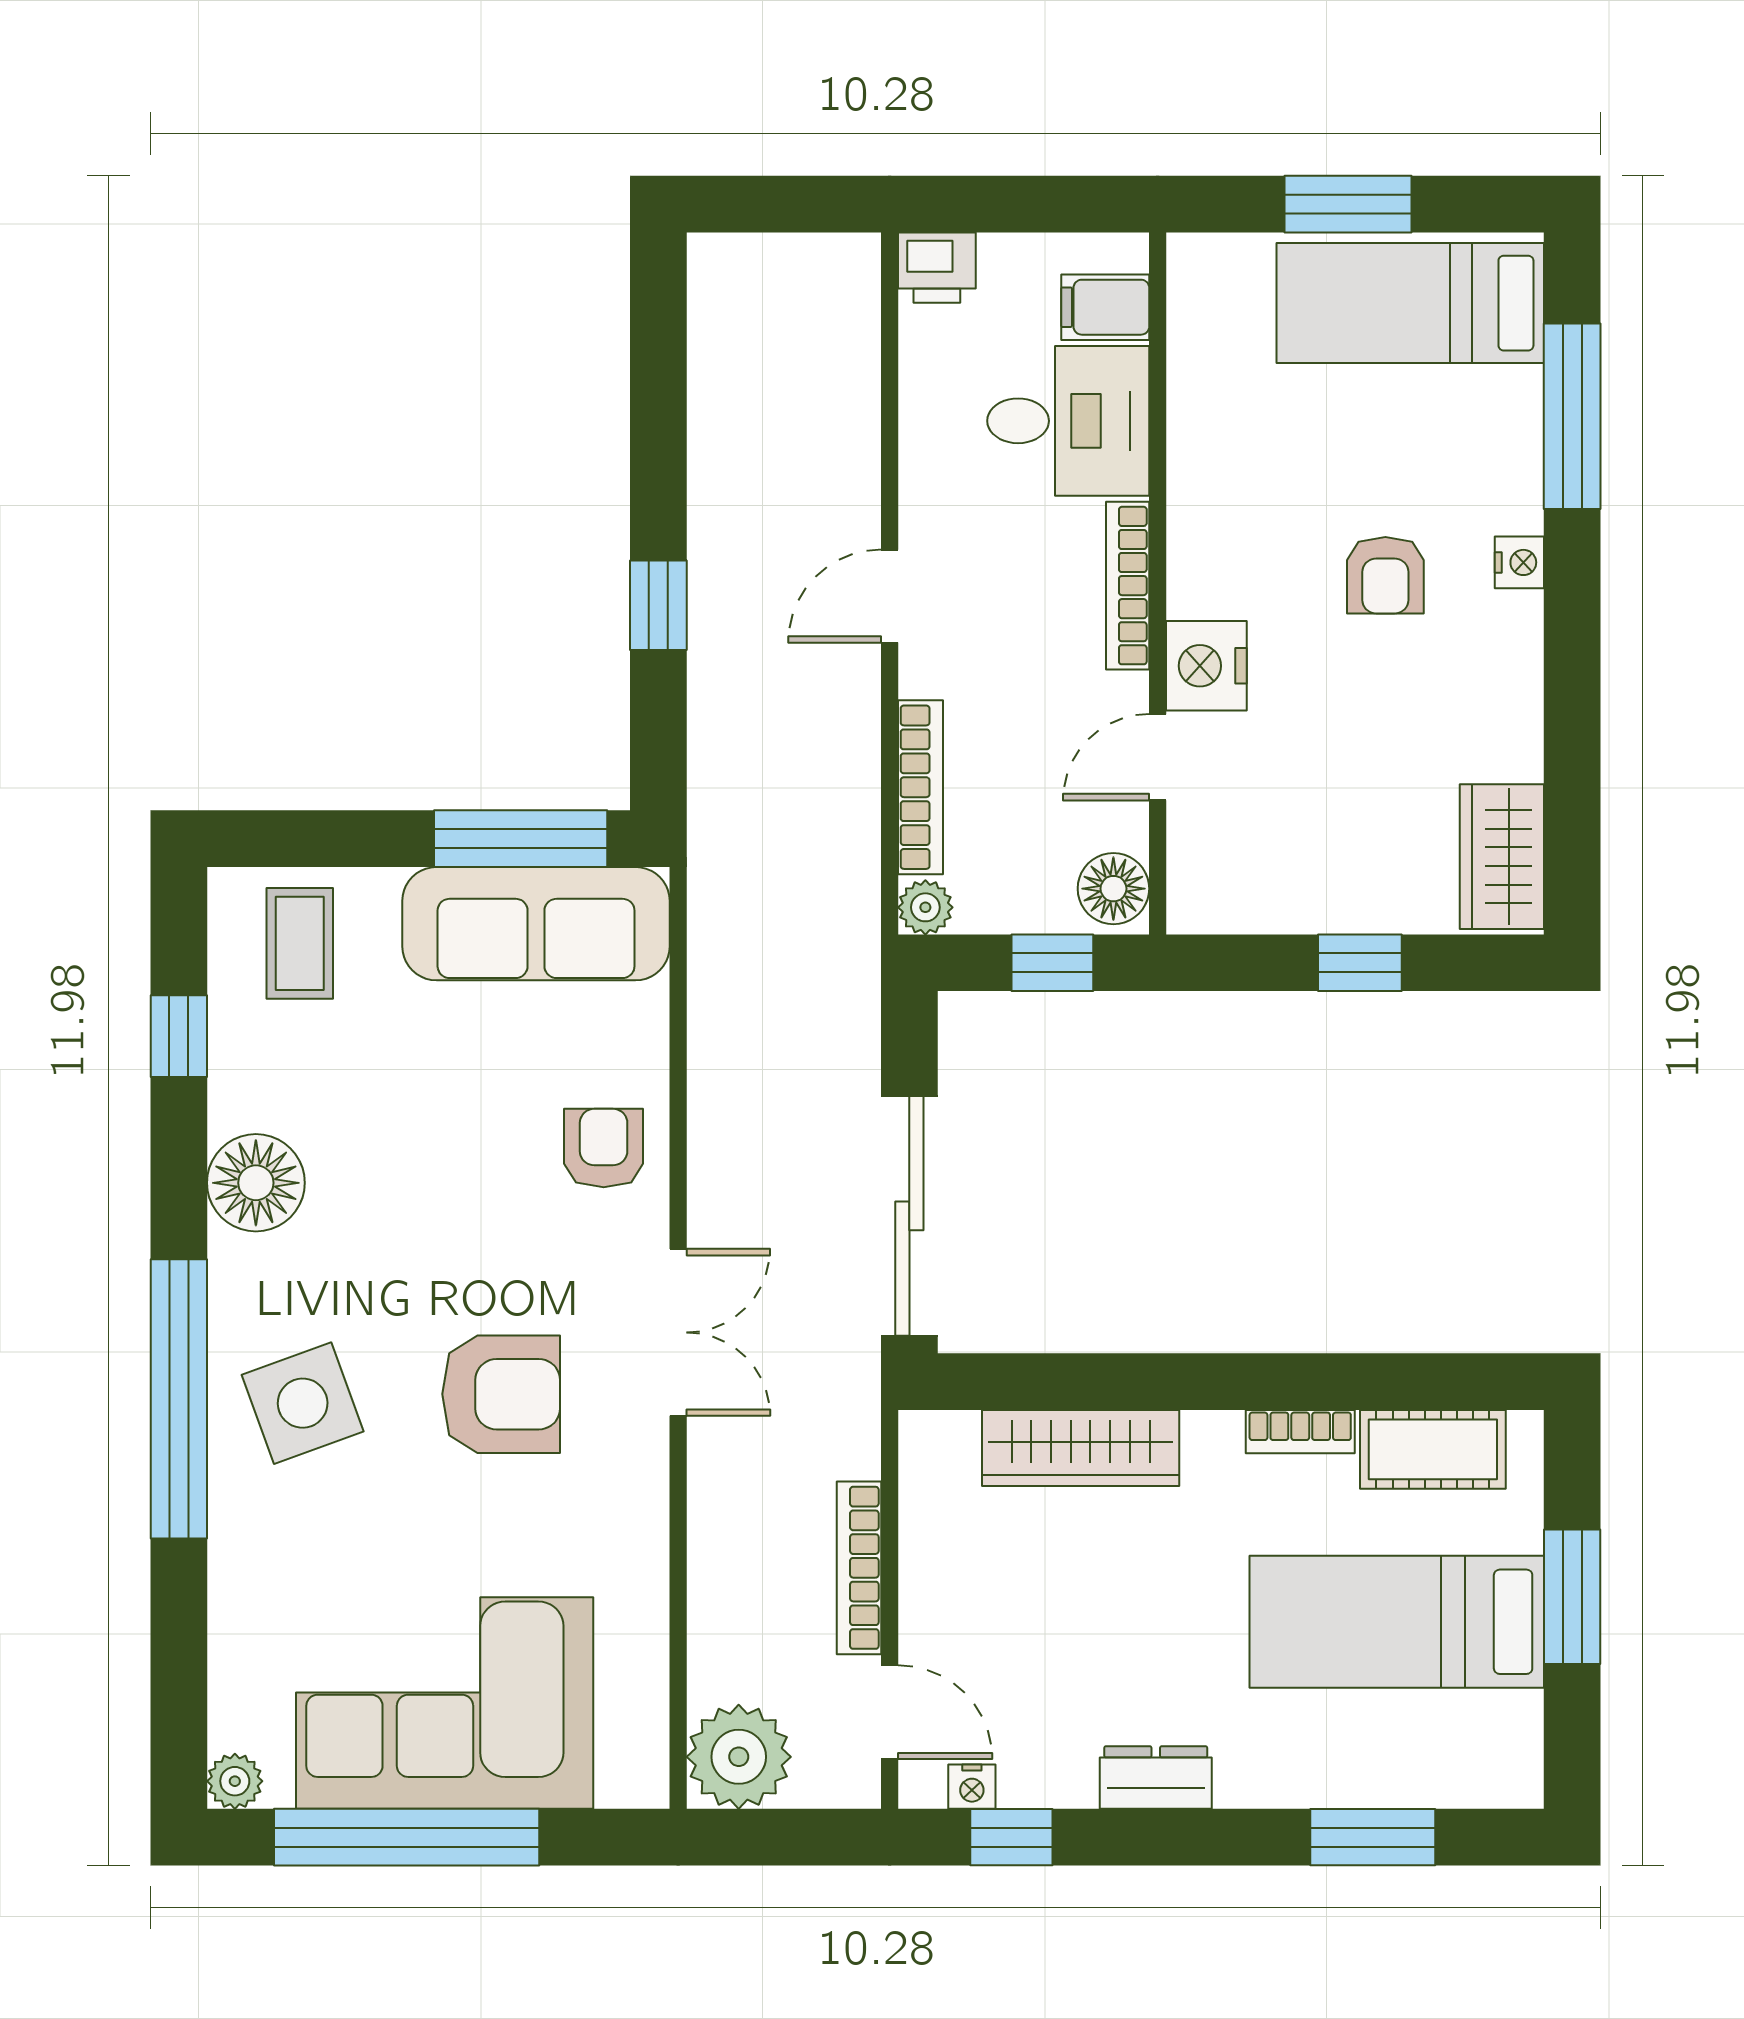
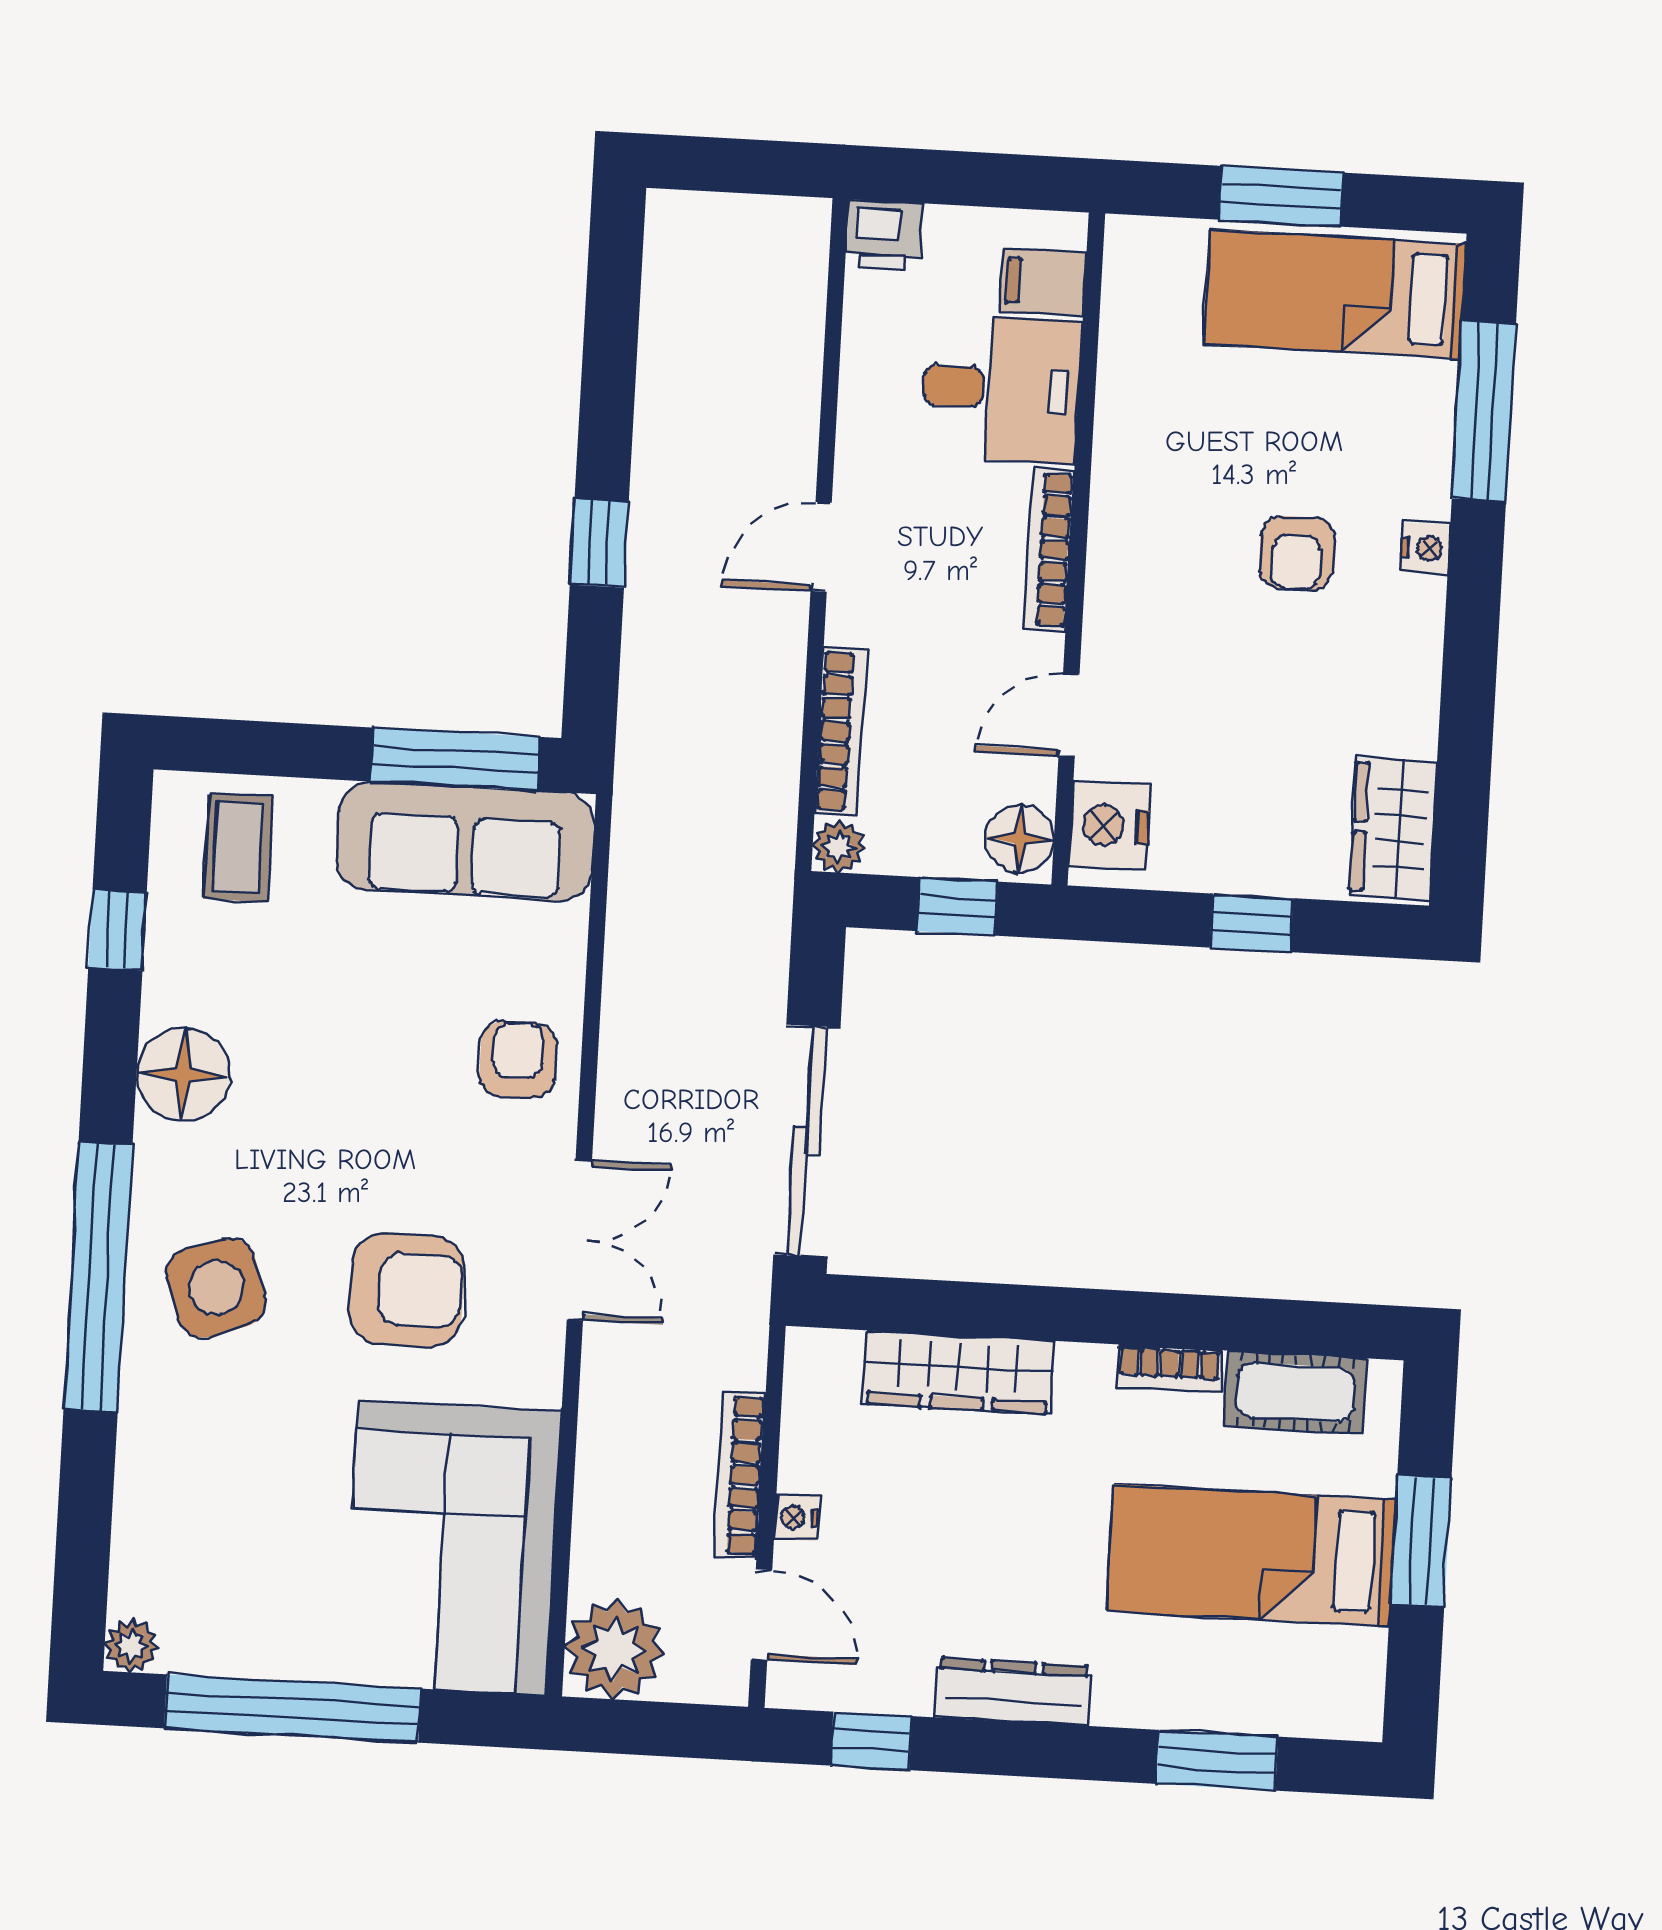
nightstand: (1206, 666) -> (1110, 826), moved
corner sofa: (445, 1703) -> (452, 1548), moved, turned -90
dresser: (1156, 1778) -> (1013, 1692), width x1.44
nightstand: (972, 1787) -> (796, 1517), moved, turned 90

